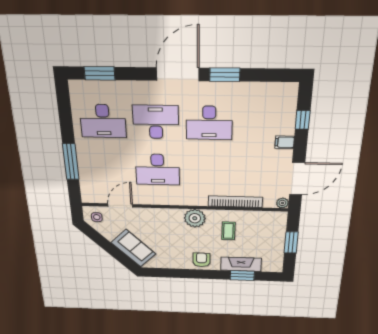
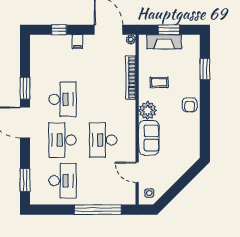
window: (71, 162) -> (98, 210), width x1.46
desk: (158, 170) -> (103, 140), turned 180
sofa: (134, 248) -> (149, 138), moved, turned 135
armchair: (202, 260) -> (190, 105), turned -90
fireplace: (241, 264) -> (164, 42), moved, turned -90

